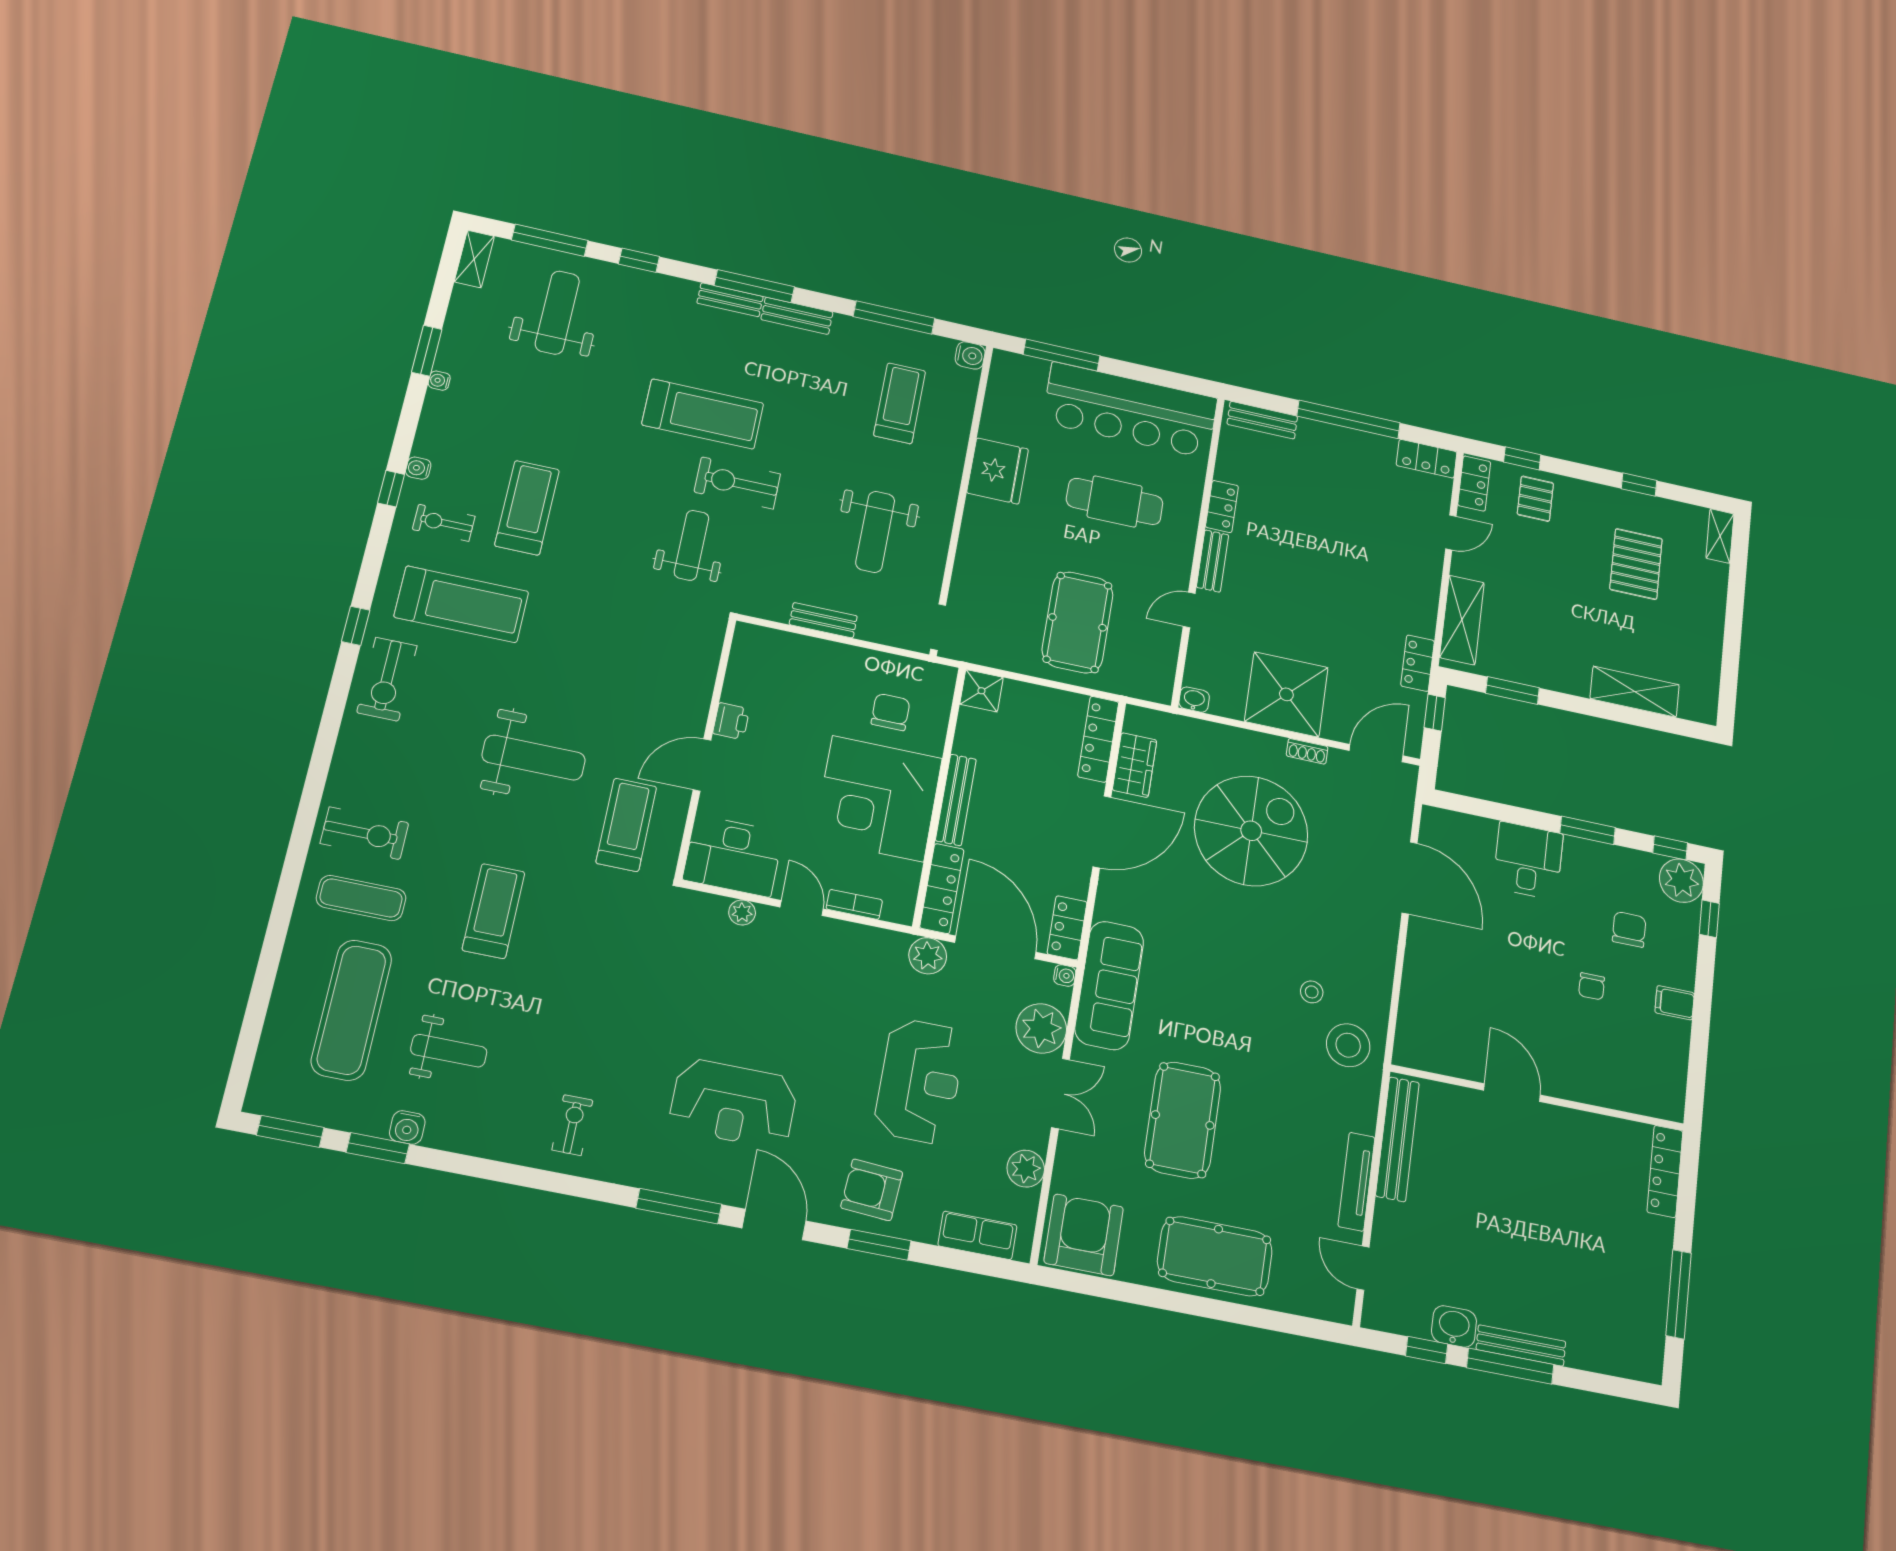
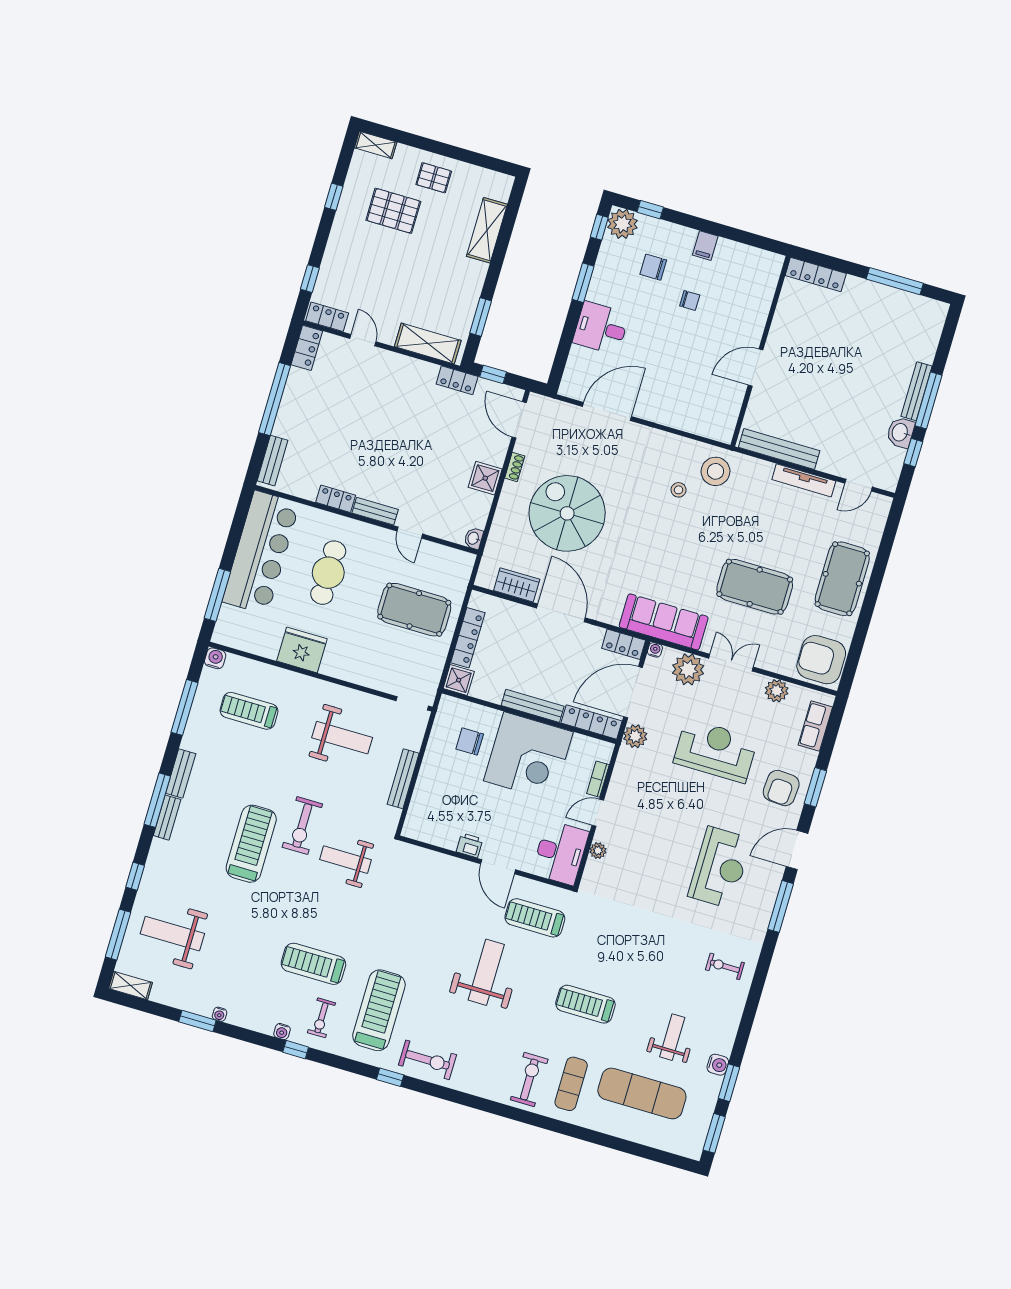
pallet: (1535, 499) -> (434, 178), moved
bench: (823, 620) -> (403, 779), width x1.36
shower: (1286, 694) -> (485, 478), width x0.54, depth x0.54
locker: (1098, 739) -> (468, 638), moved, turned -90

